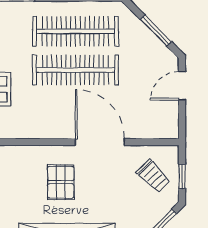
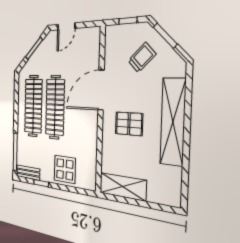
door: (182, 86) -> (66, 26), hinge flipped
trolley: (153, 176) -> (142, 58), moved

